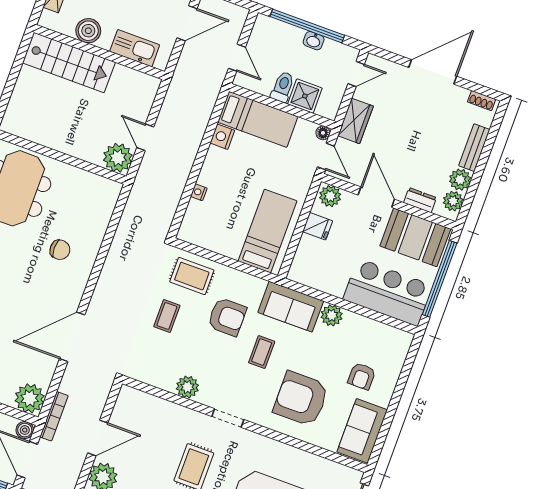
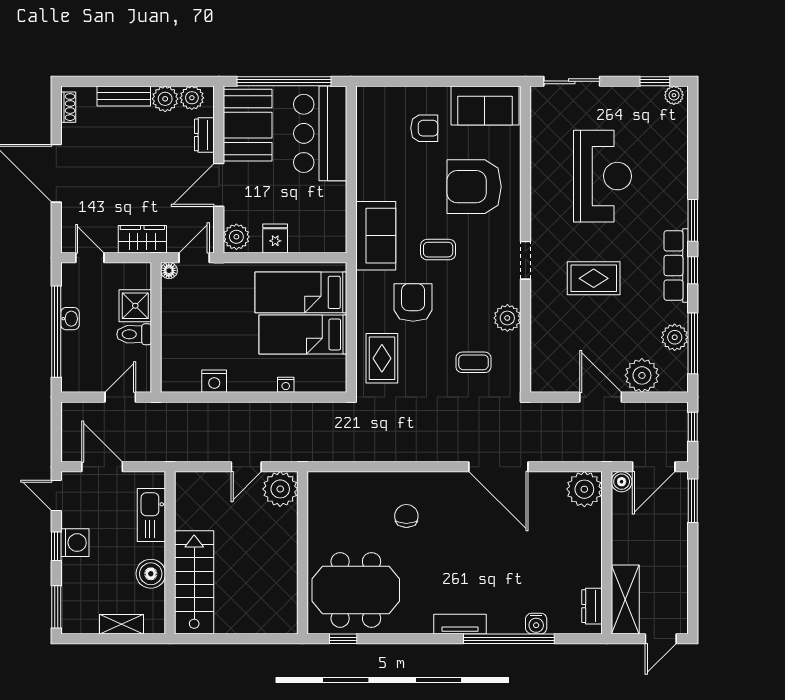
bed: (258, 119) -> (303, 334), moved, turned -90
plant: (332, 315) -> (369, 187), removed
coffee table: (167, 316) -> (473, 362), moved
armchair: (301, 399) -> (474, 187), turned 90
bookcase: (54, 416) -> (594, 455), removed

